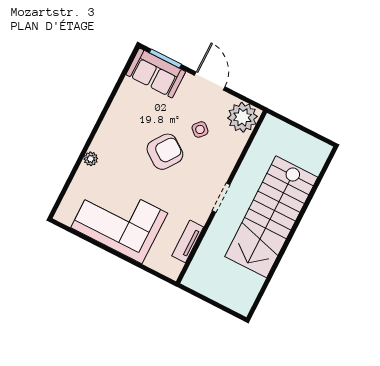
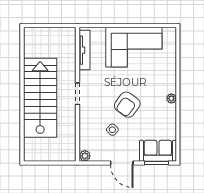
plant: (242, 117) -> (85, 156), width x0.53, depth x0.53
plant: (91, 159) -> (171, 98), moved
tv unit: (188, 241) -> (84, 50), width x1.41

